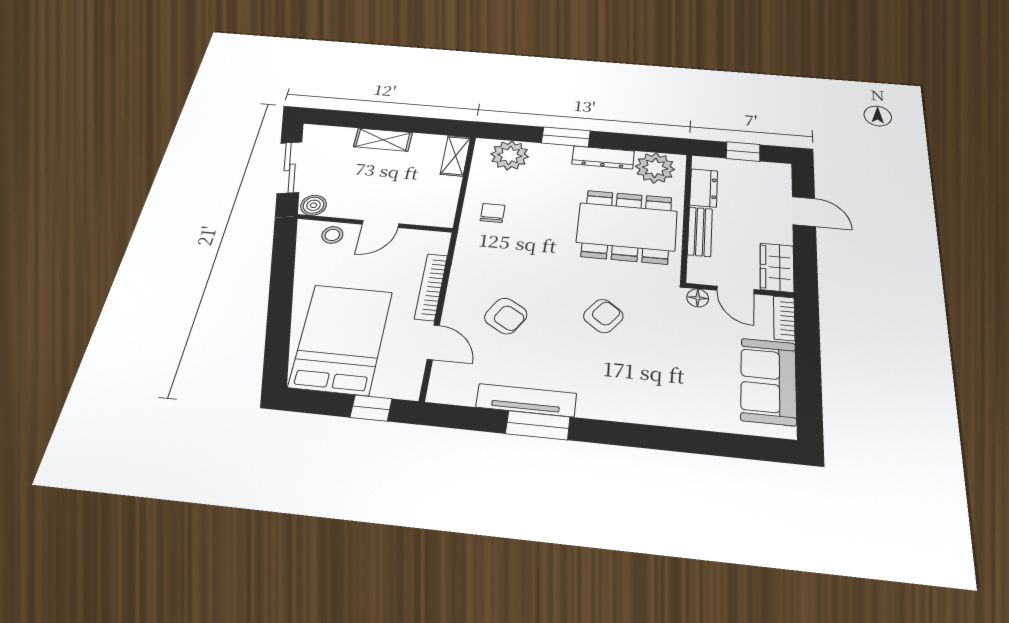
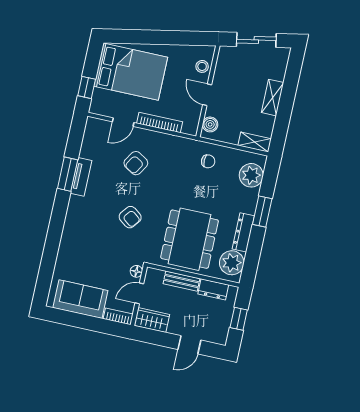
boiler: (314, 205) -> (210, 124), moved
tv unit: (526, 400) -> (81, 177), width x0.71

